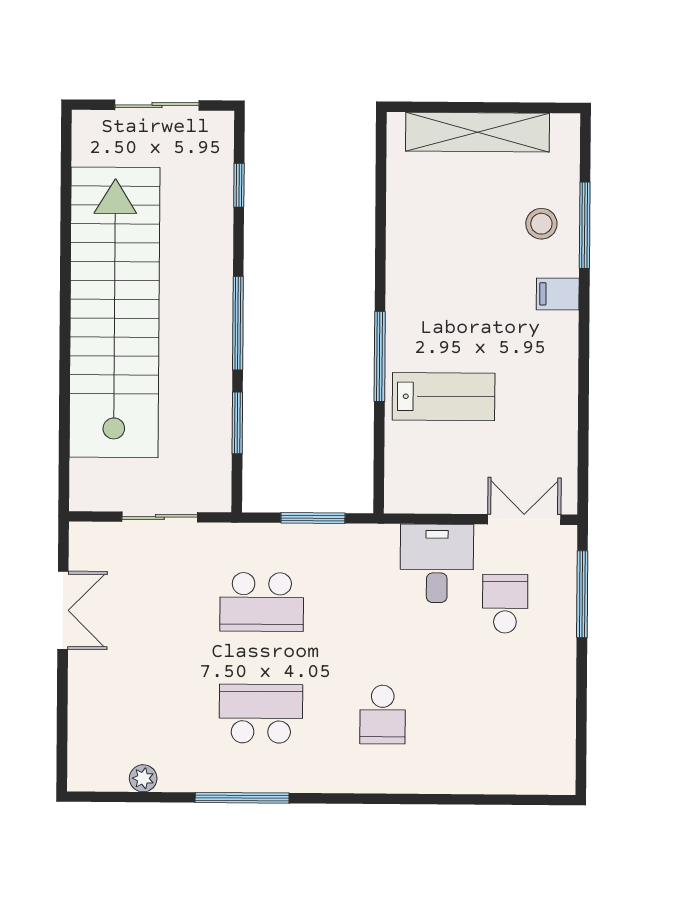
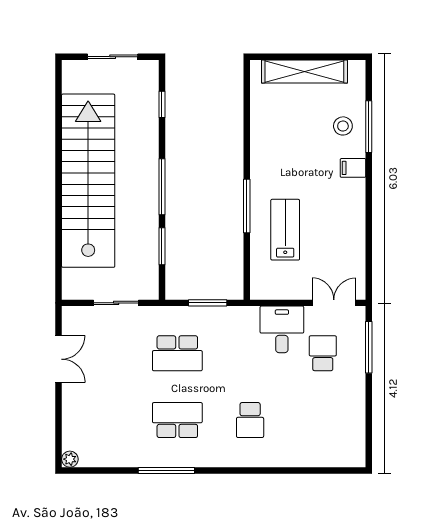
lab bench: (444, 397) -> (285, 230), turned -90
plant: (143, 778) -> (70, 459), moved

